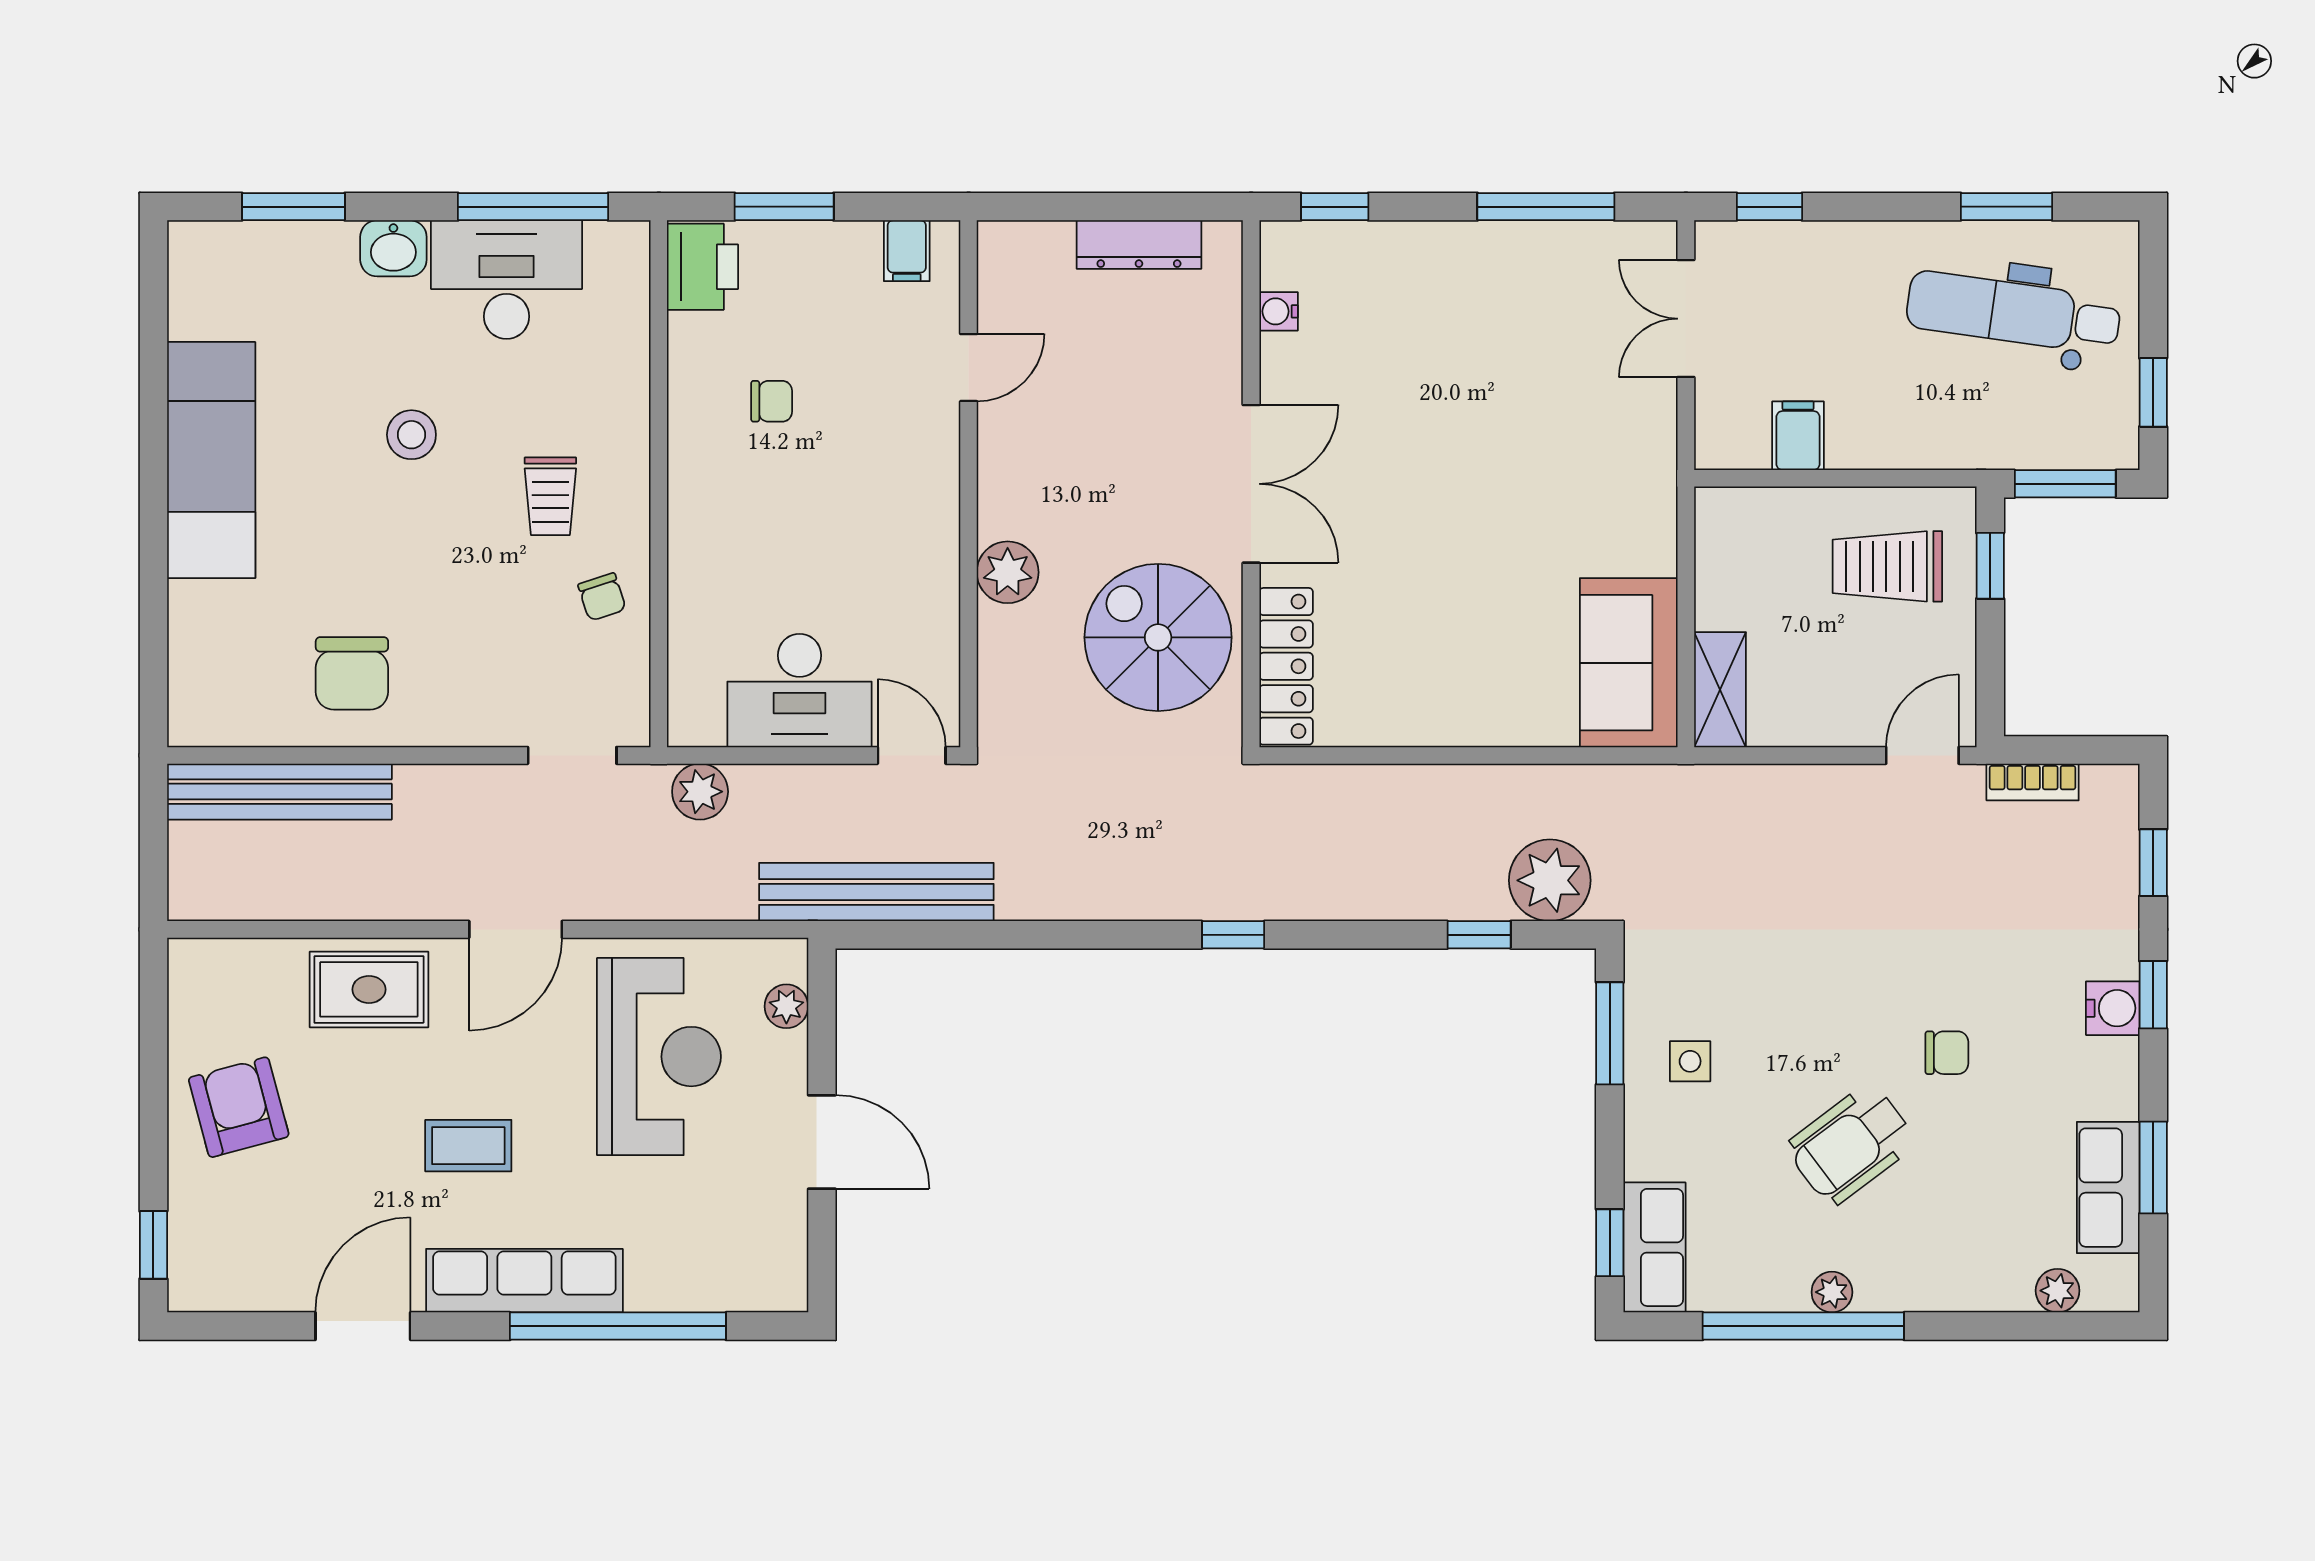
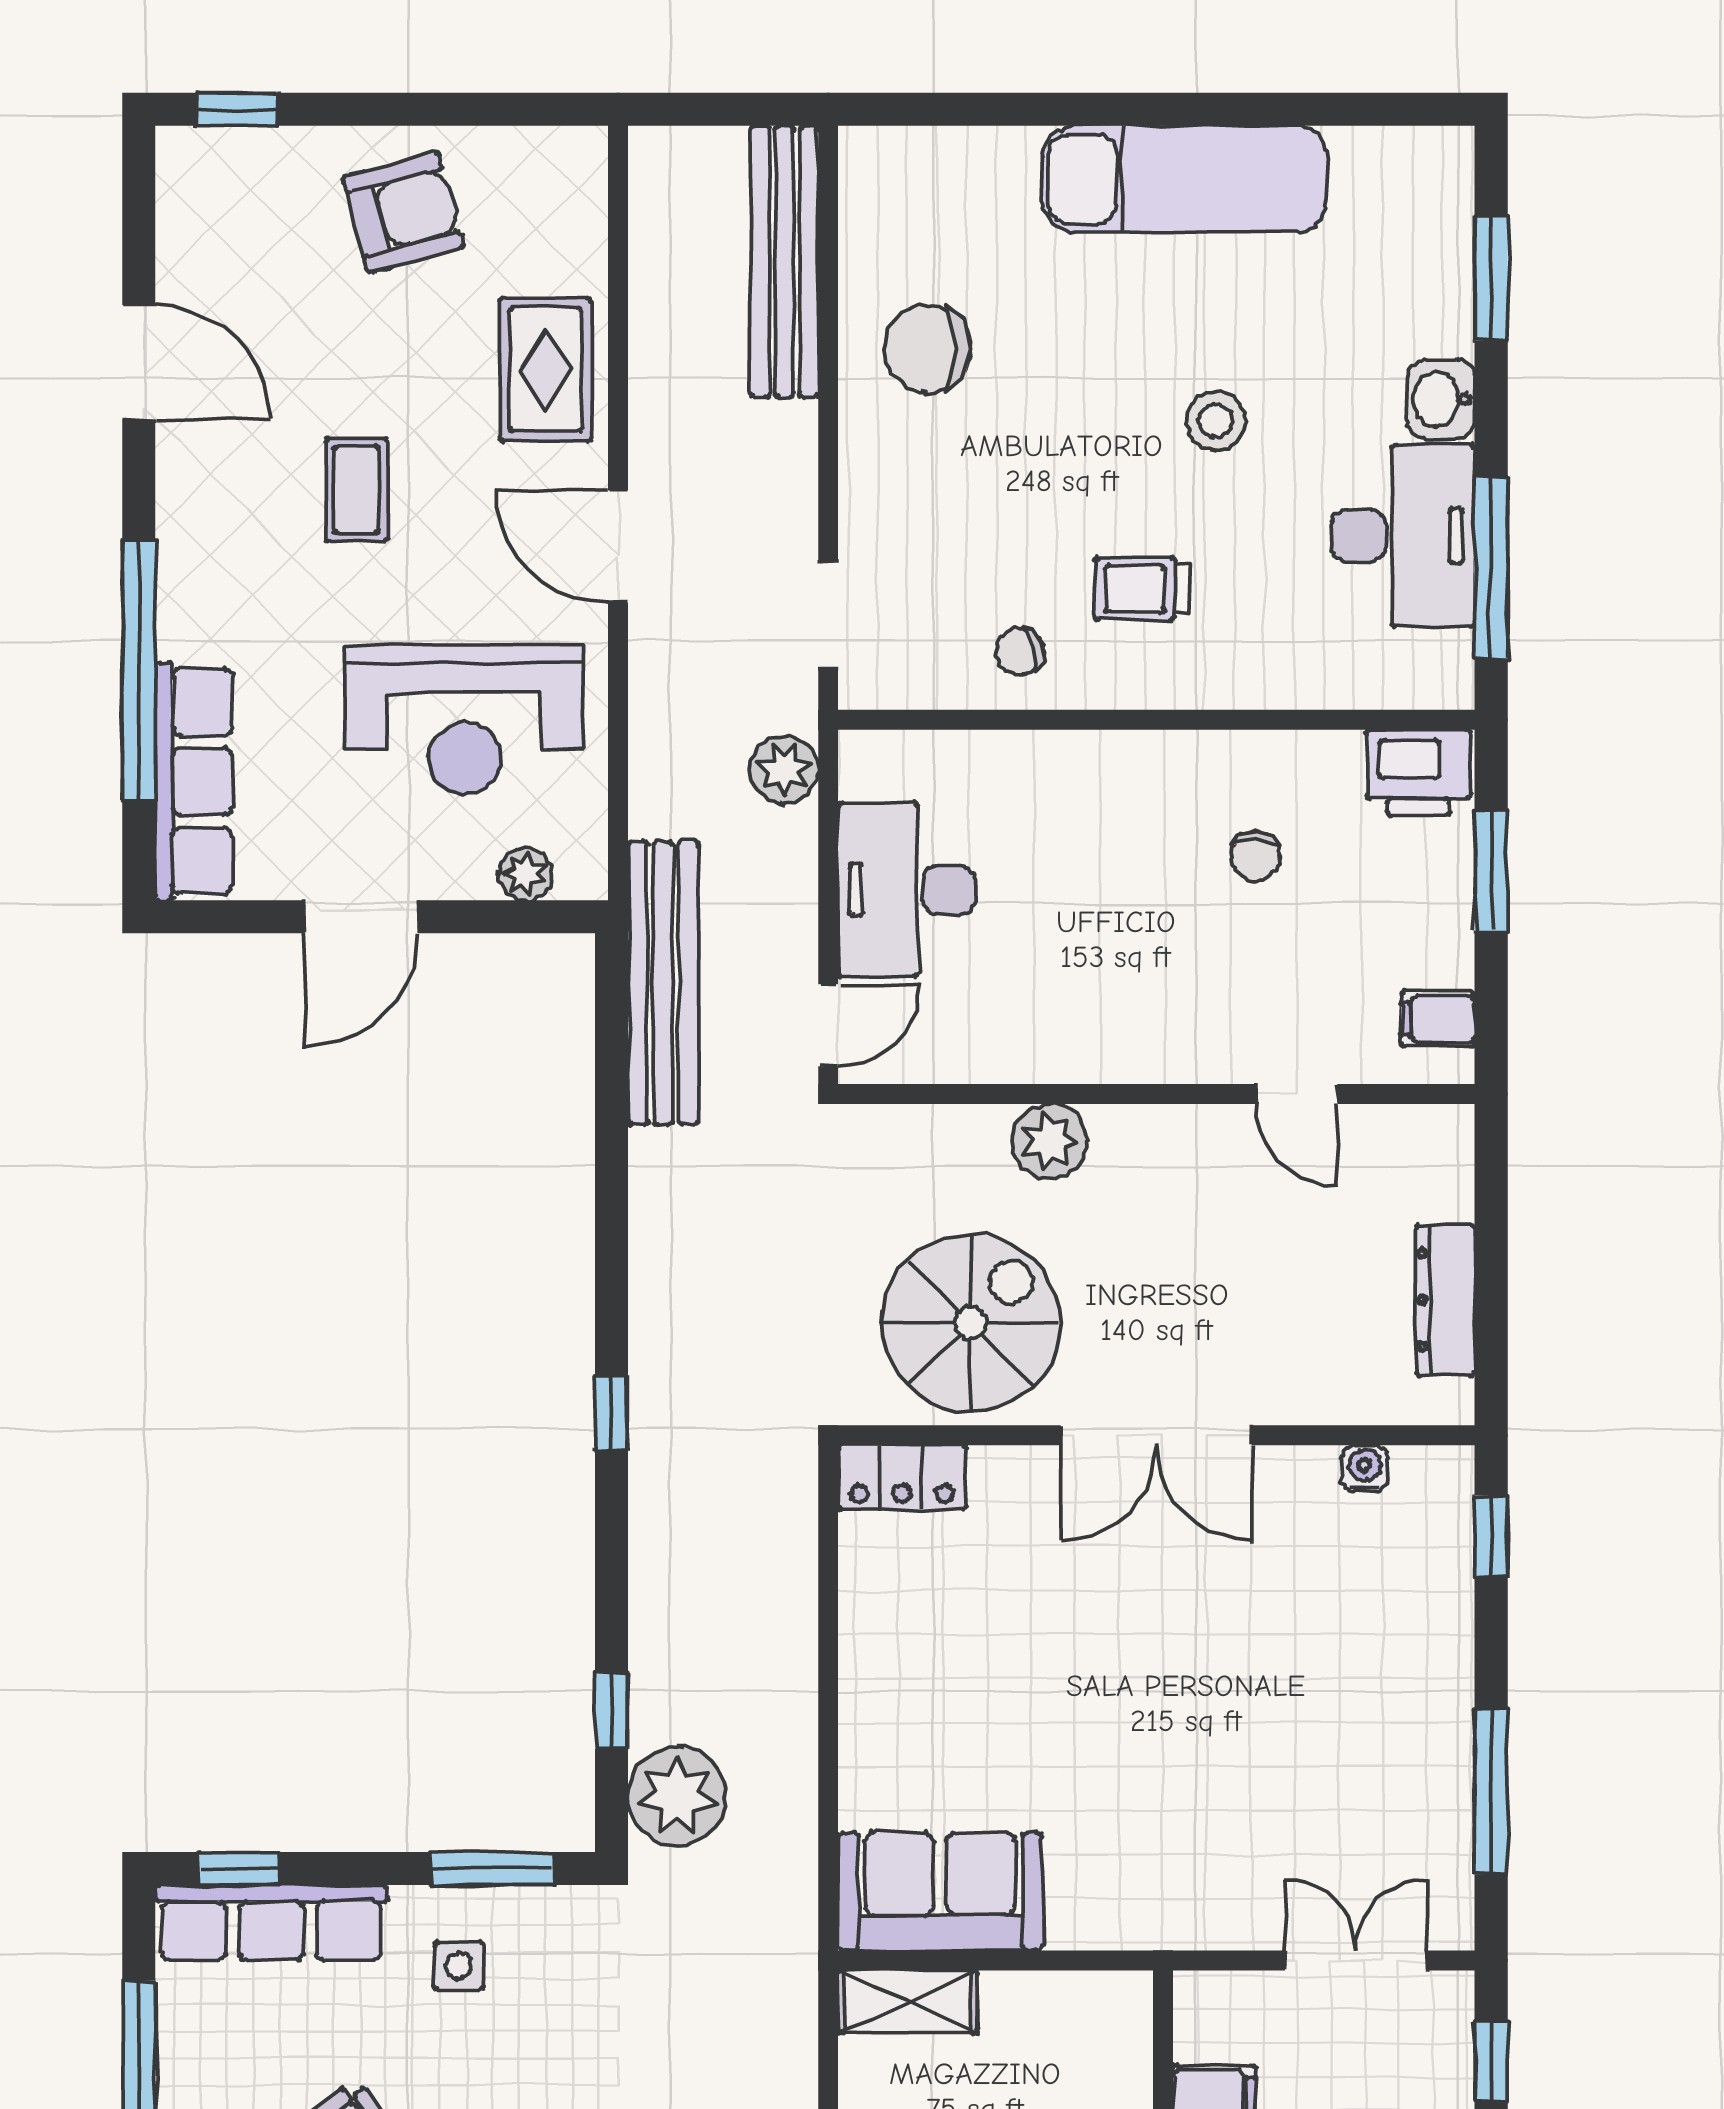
locker: (1286, 666) -> (902, 1478), width x0.66
row of seats: (1654, 1247) -> (271, 1923), width x1.48
row of seats: (524, 1281) -> (194, 781), moved

